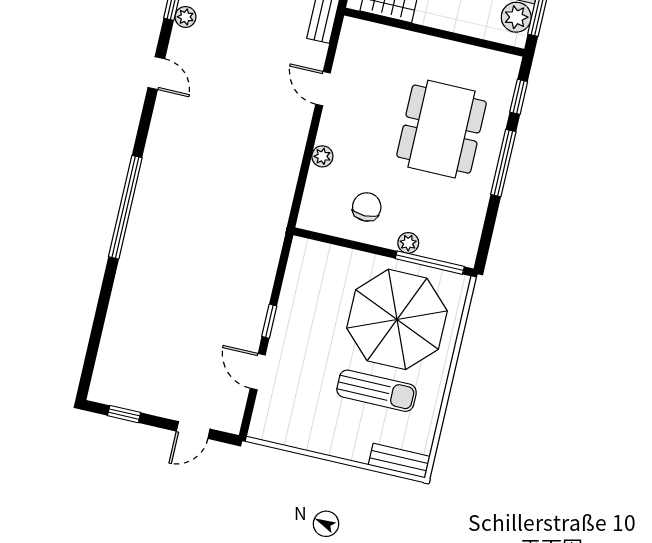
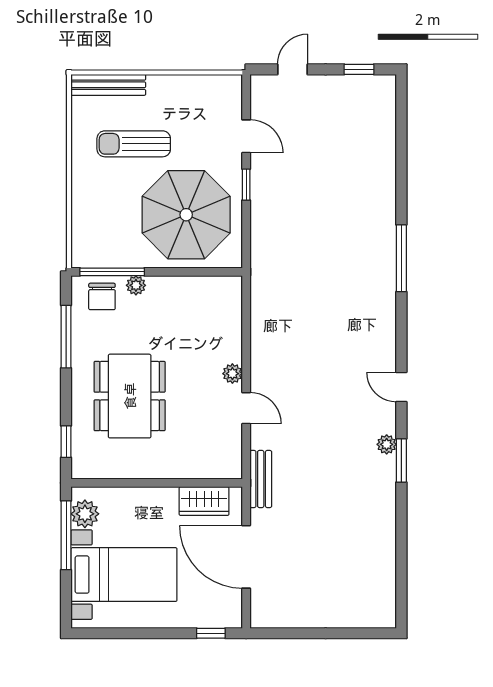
plant: (322, 156) -> (232, 374), moved
window: (503, 163) -> (66, 337), moved
window: (125, 207) -> (401, 258), width x0.68
chair: (367, 207) -> (102, 296), moved
parasol: (397, 319) -> (186, 215), moved
bench: (399, 461) -> (108, 85), width x1.36

